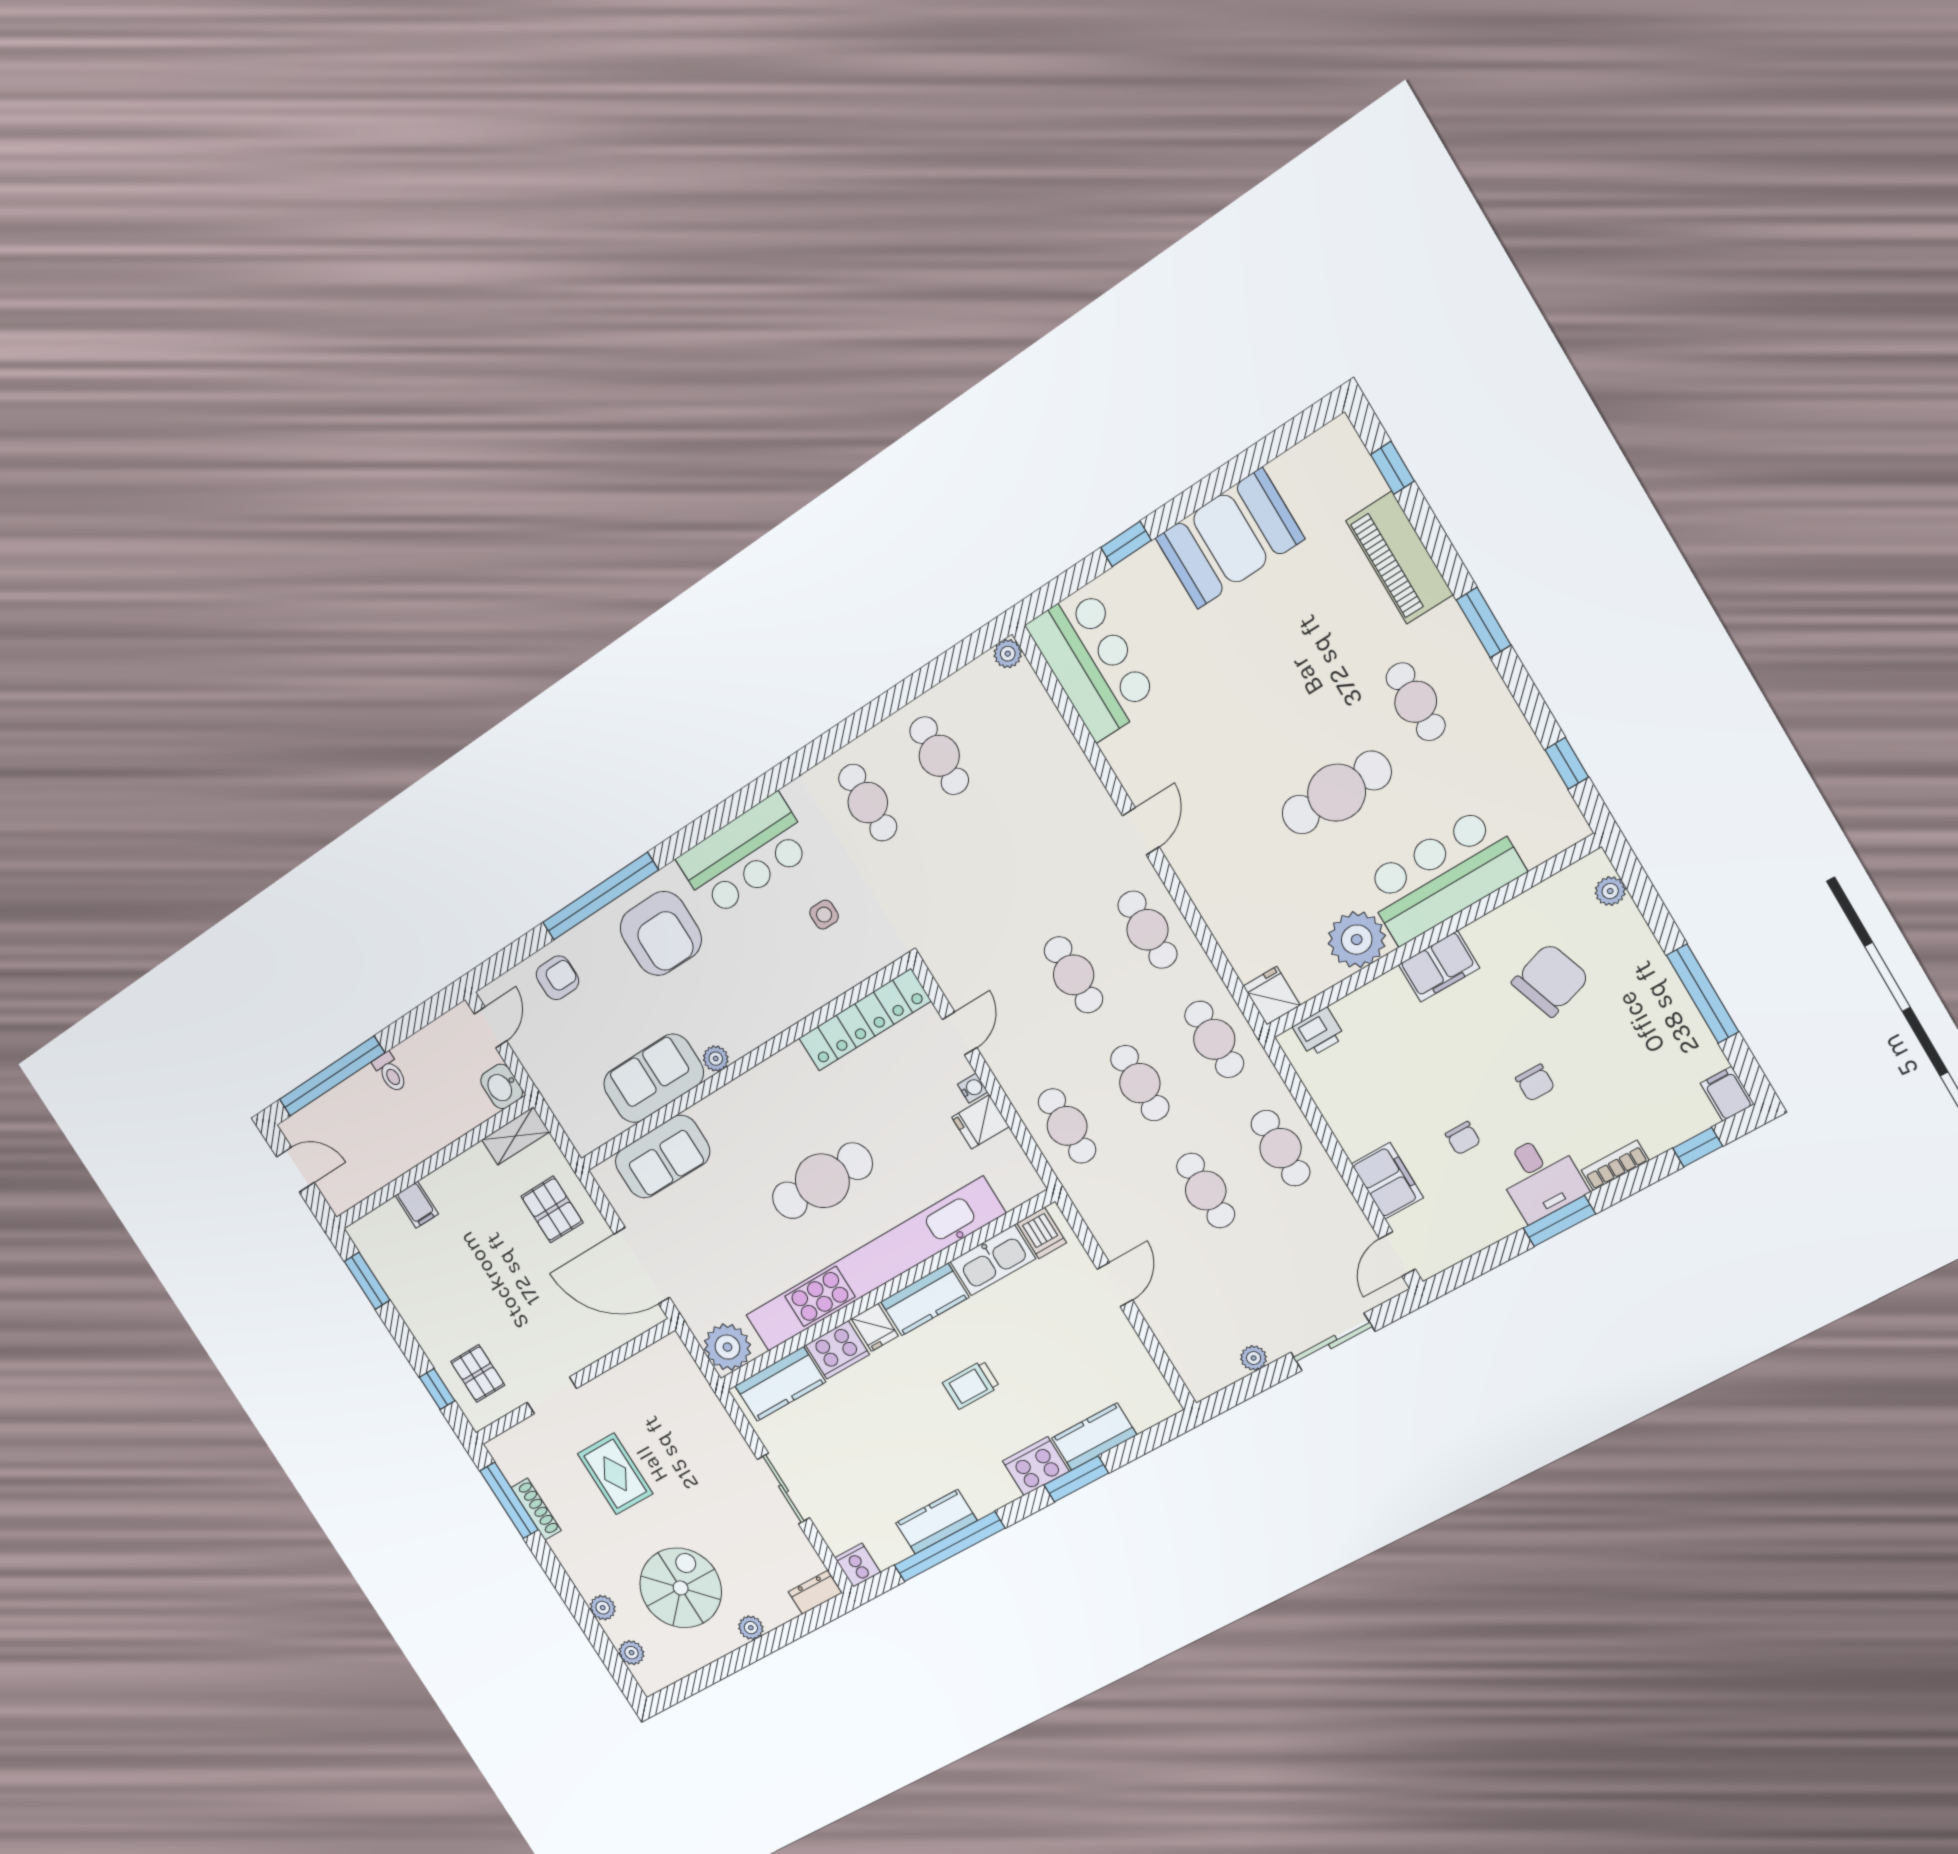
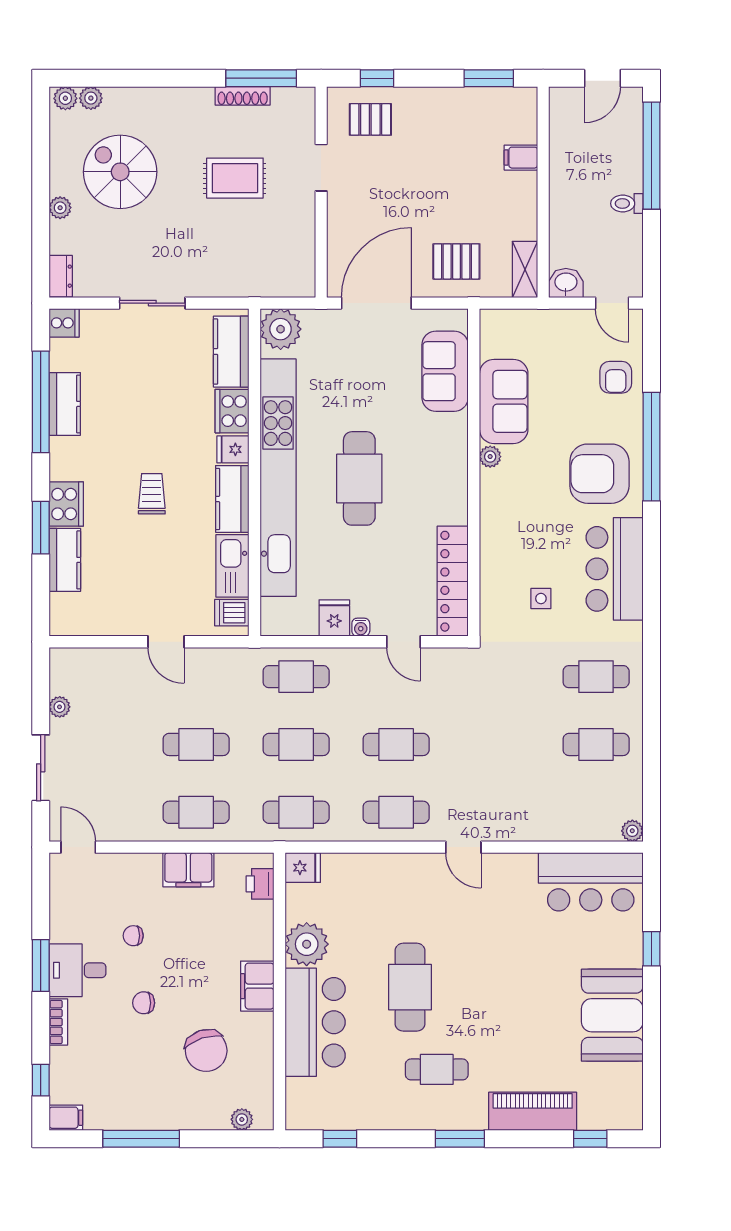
filing cabinet: (1387, 1181) -> (188, 870), moved
spiral stairs: (681, 1588) -> (120, 172), turned 180
plant: (603, 1608) -> (65, 98), moved

